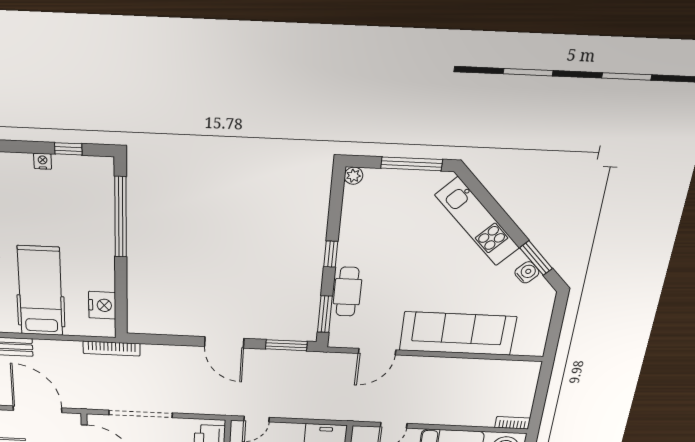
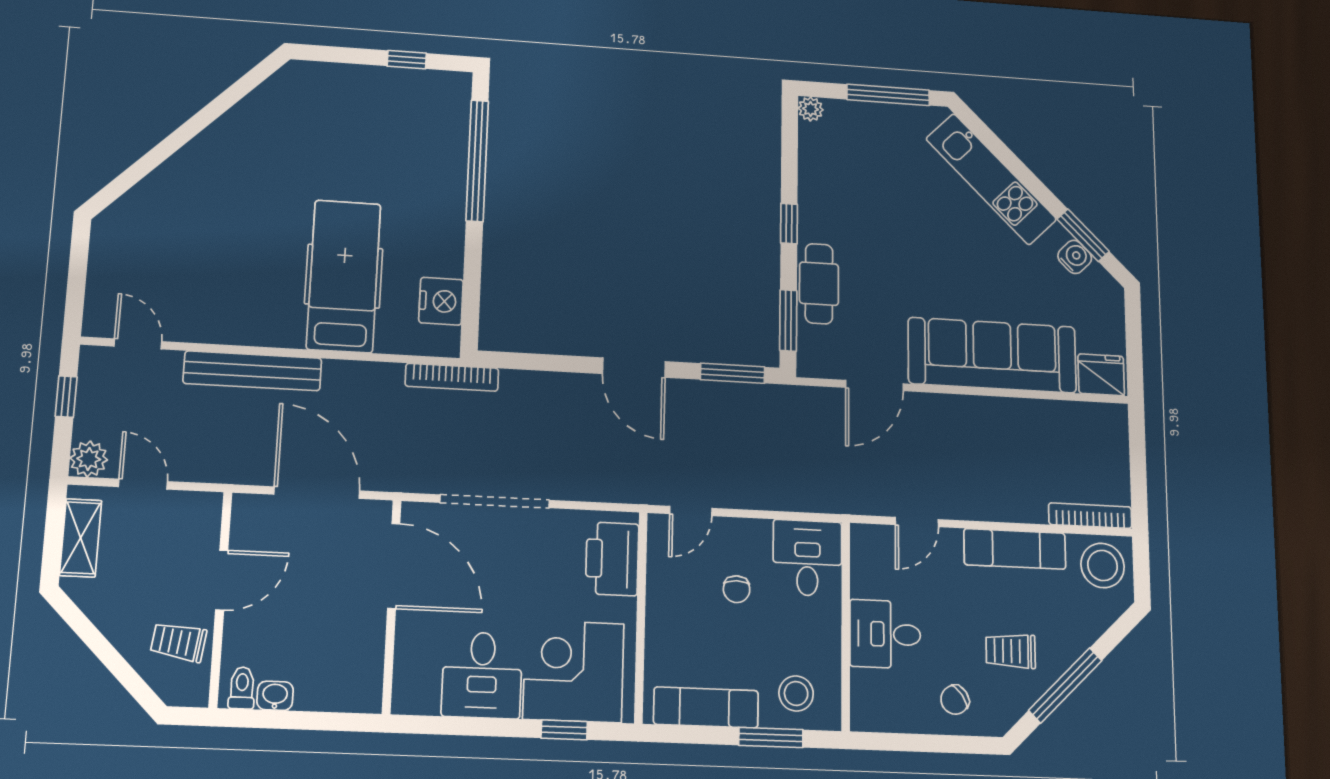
nightstand: (43, 161) -> (368, 76), removed
fridge: (529, 345) -> (1101, 375), added
bookcase: (512, 423) -> (1090, 516), width x1.56

